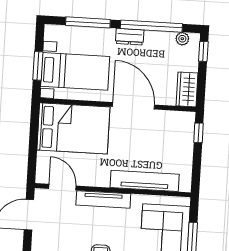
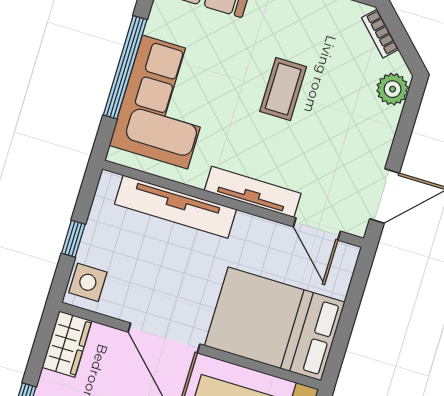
side table: (184, 127) -> (88, 282), added
window: (199, 133) -> (73, 239), moved

